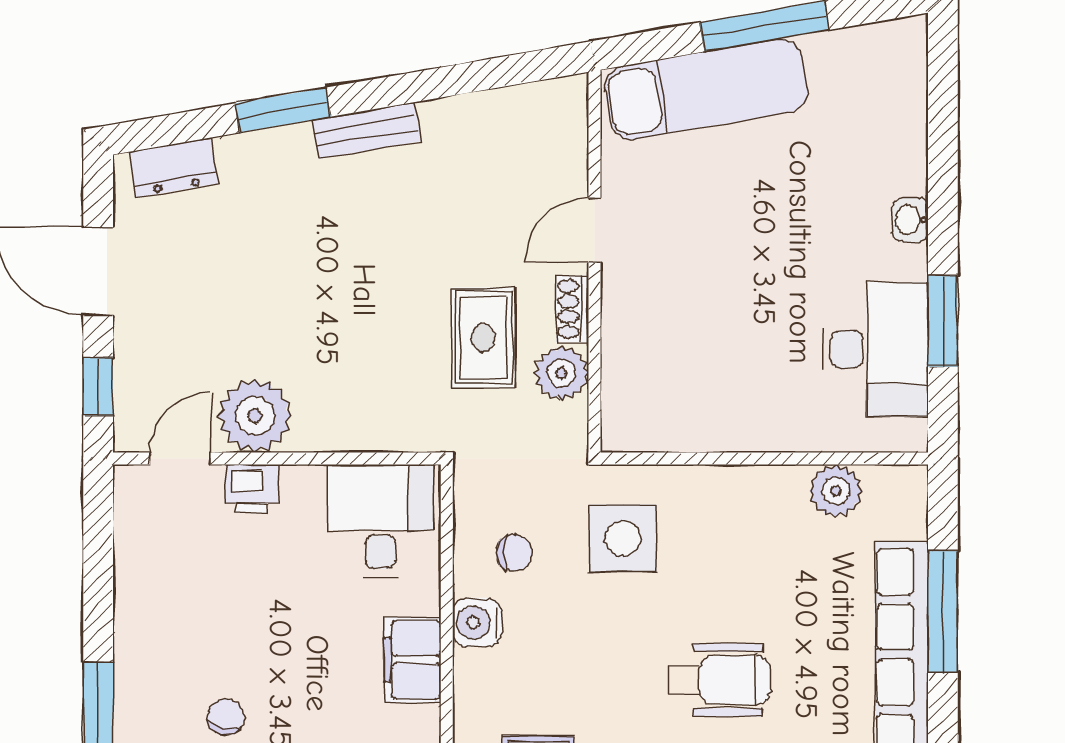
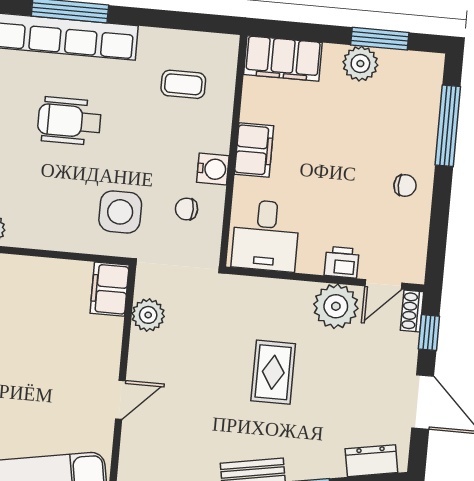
shoe rack: (572, 309) -> (412, 311), moved, turned 180
rug: (483, 338) -> (273, 372), moved
filing cabinet: (629, 410) -> (110, 289), added
chair: (226, 717) -> (405, 185), moved, turned -104

